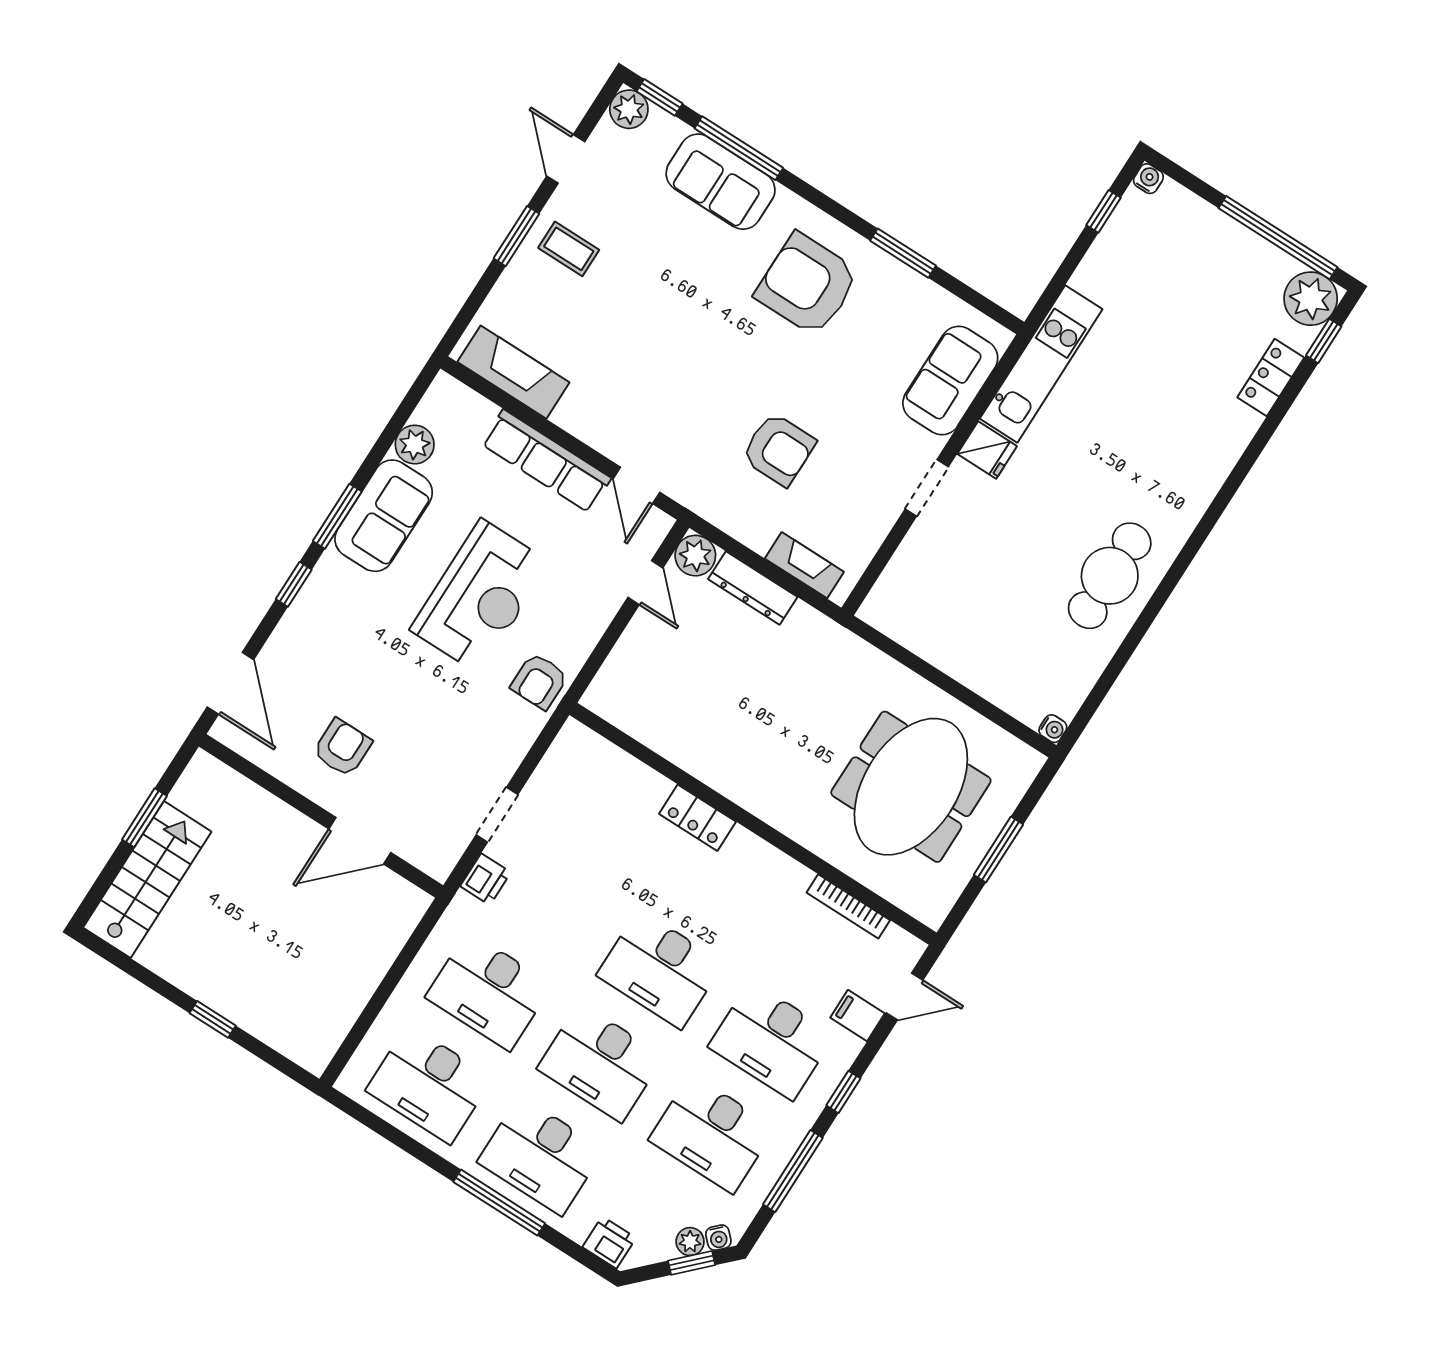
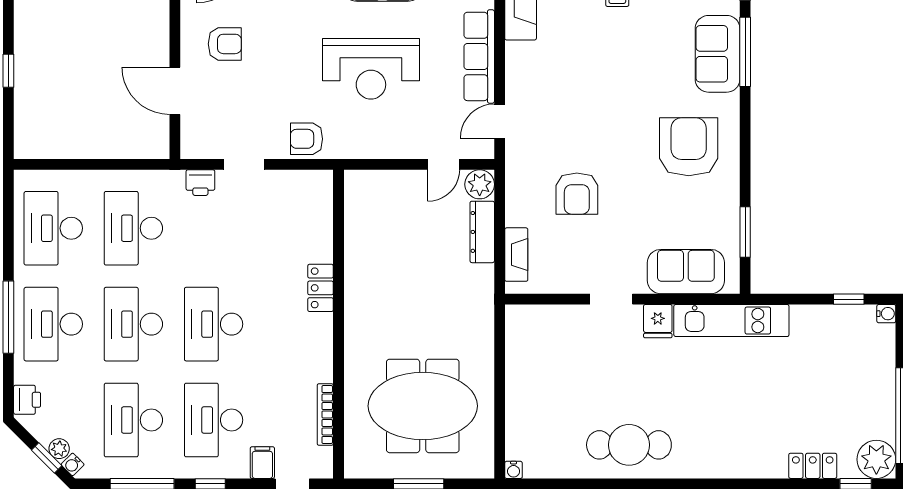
window: (903, 253) -> (745, 232), moved
armchair: (539, 681) -> (307, 139), moved

